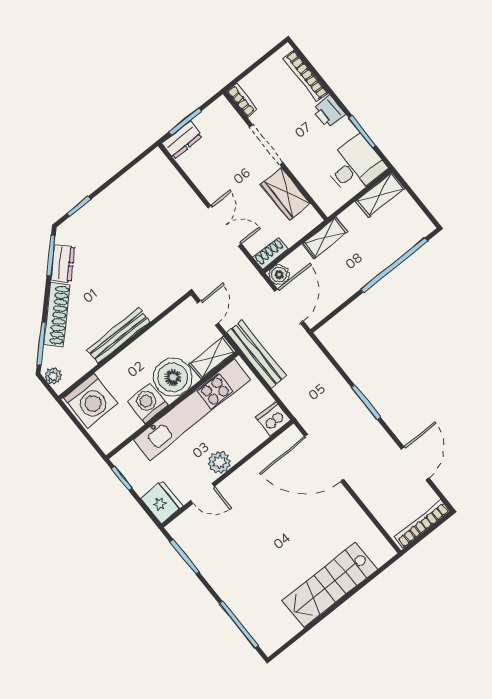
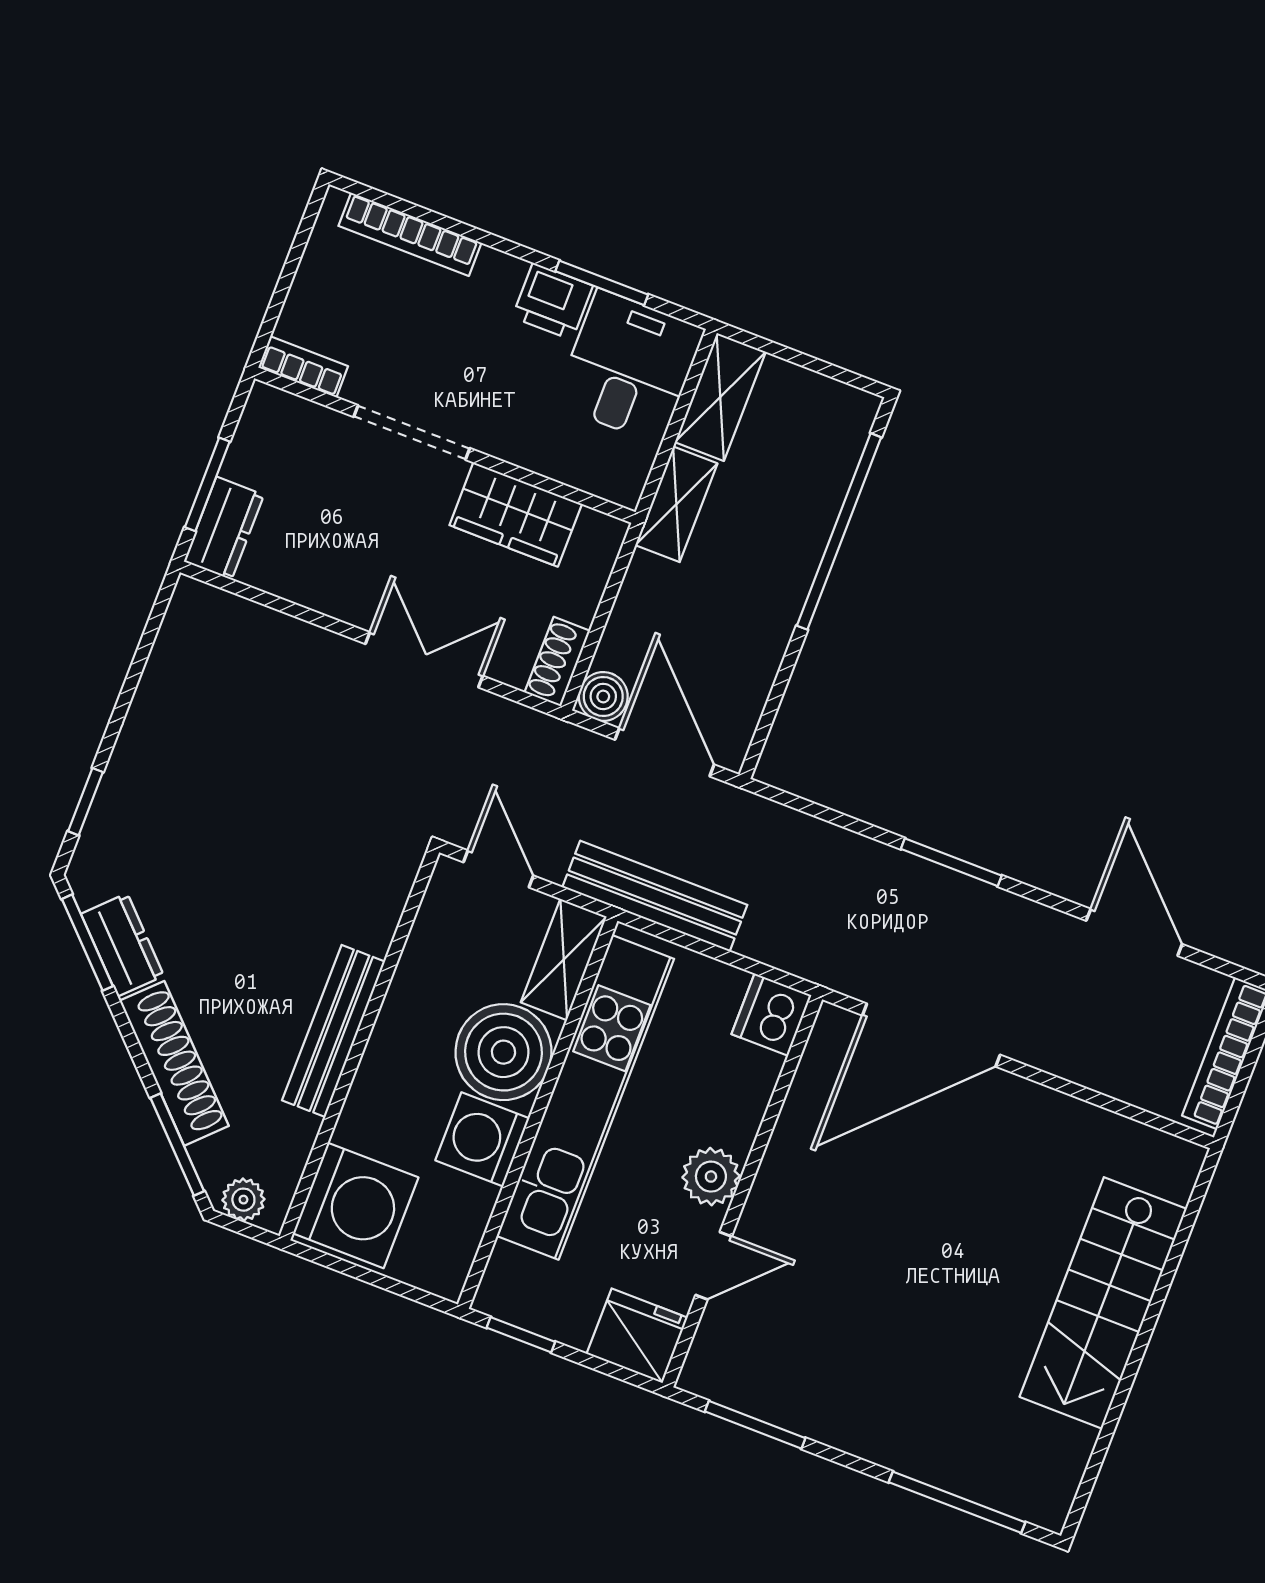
printer: (329, 112) -> (553, 301), moved
shelving: (325, 238) -> (676, 504), moved

